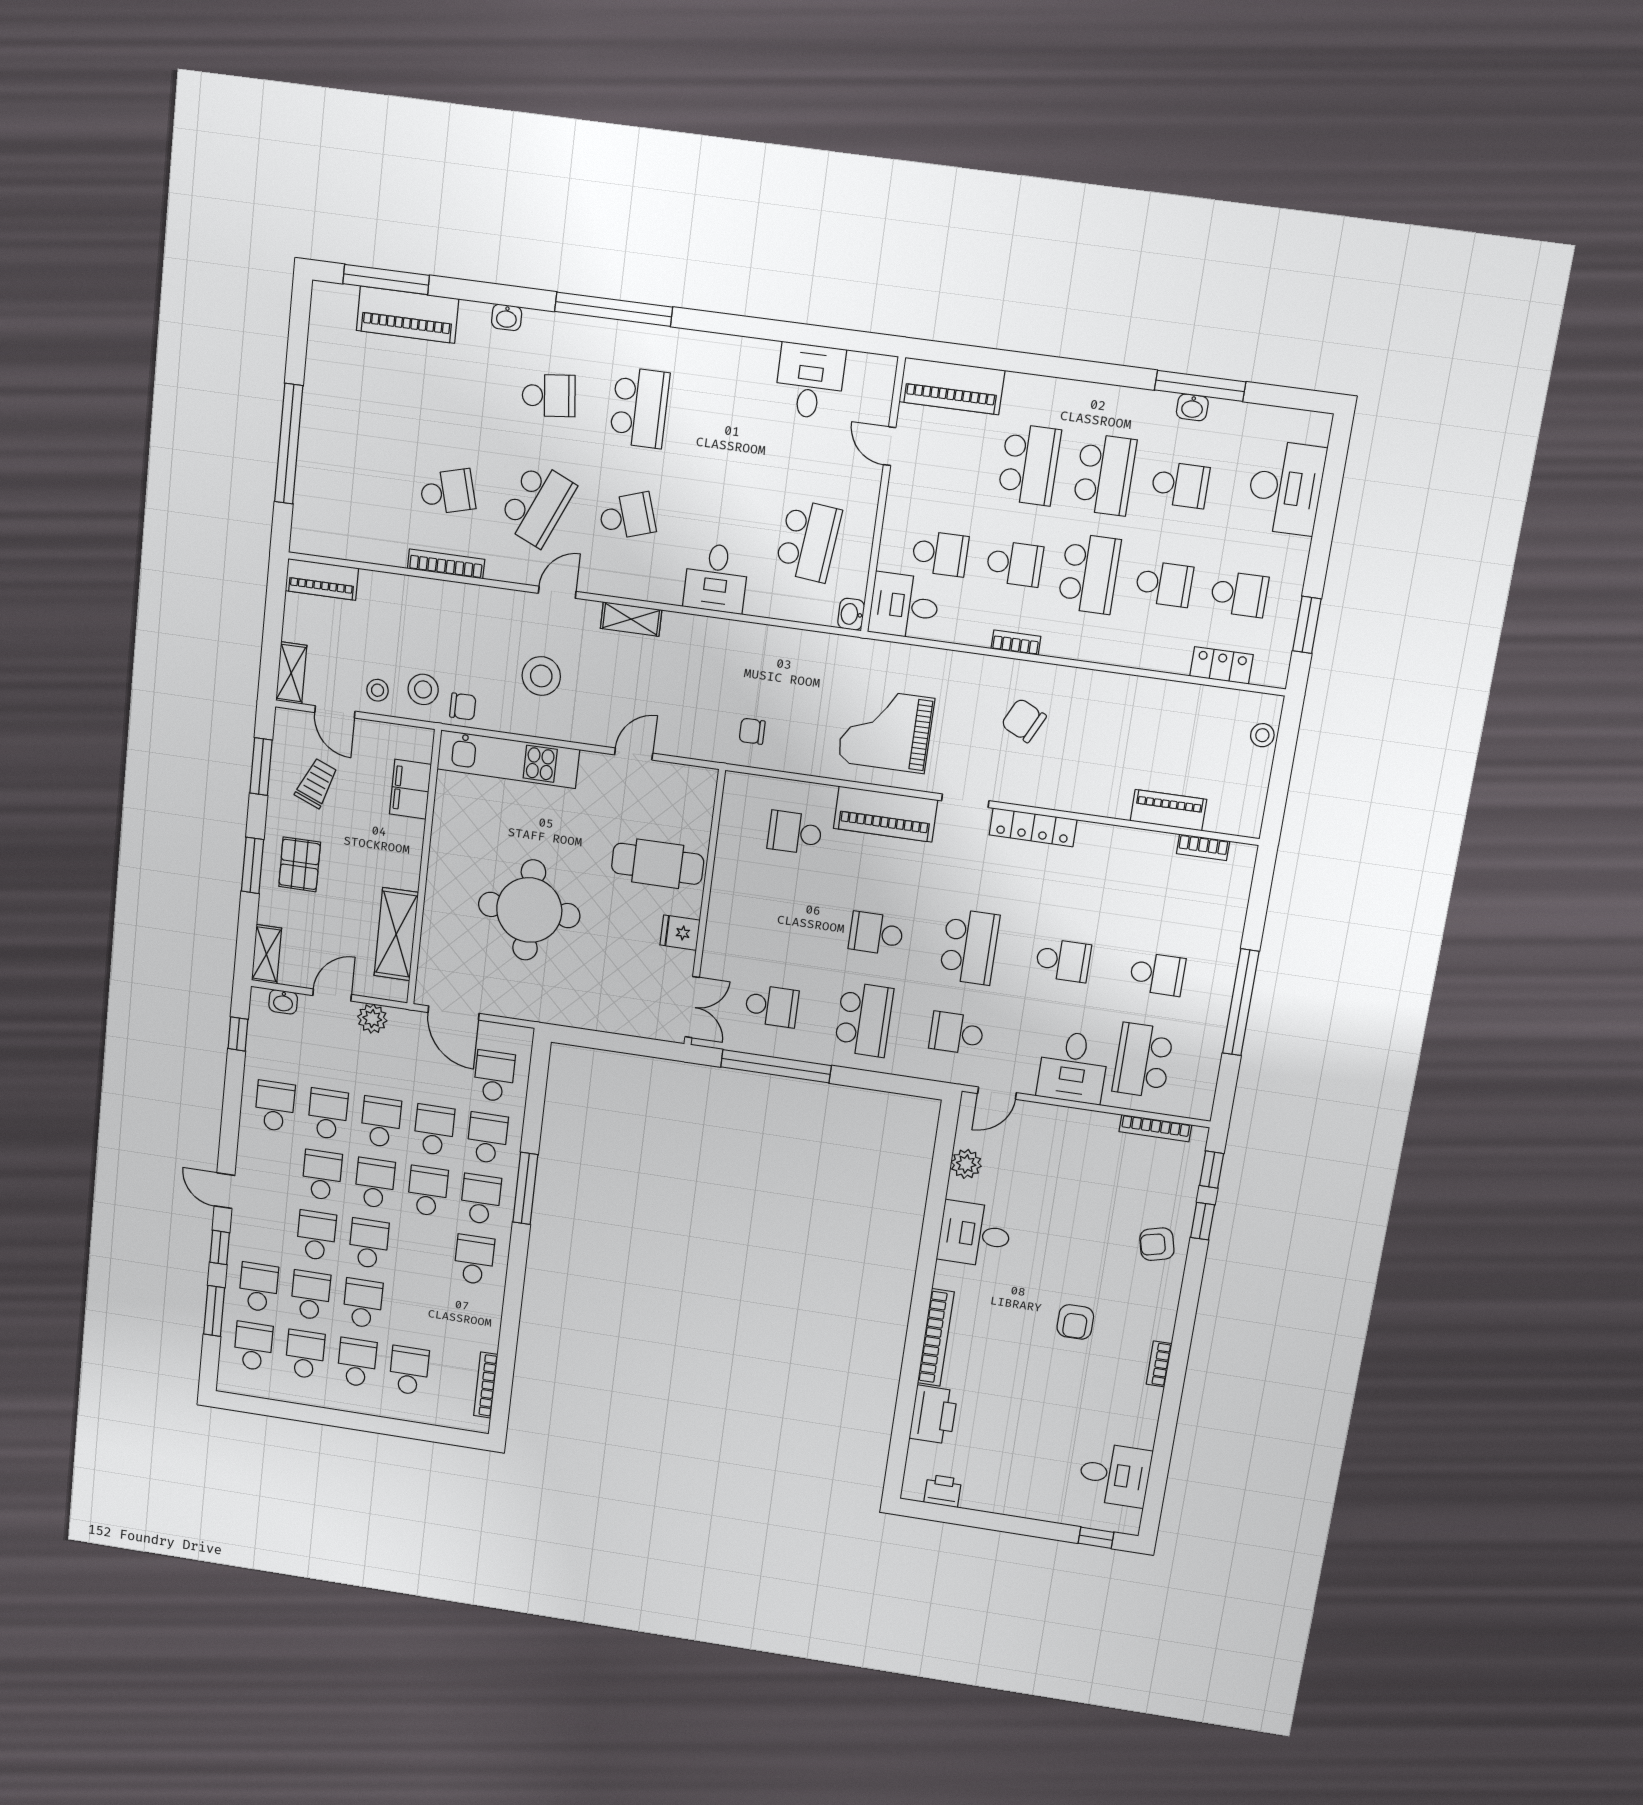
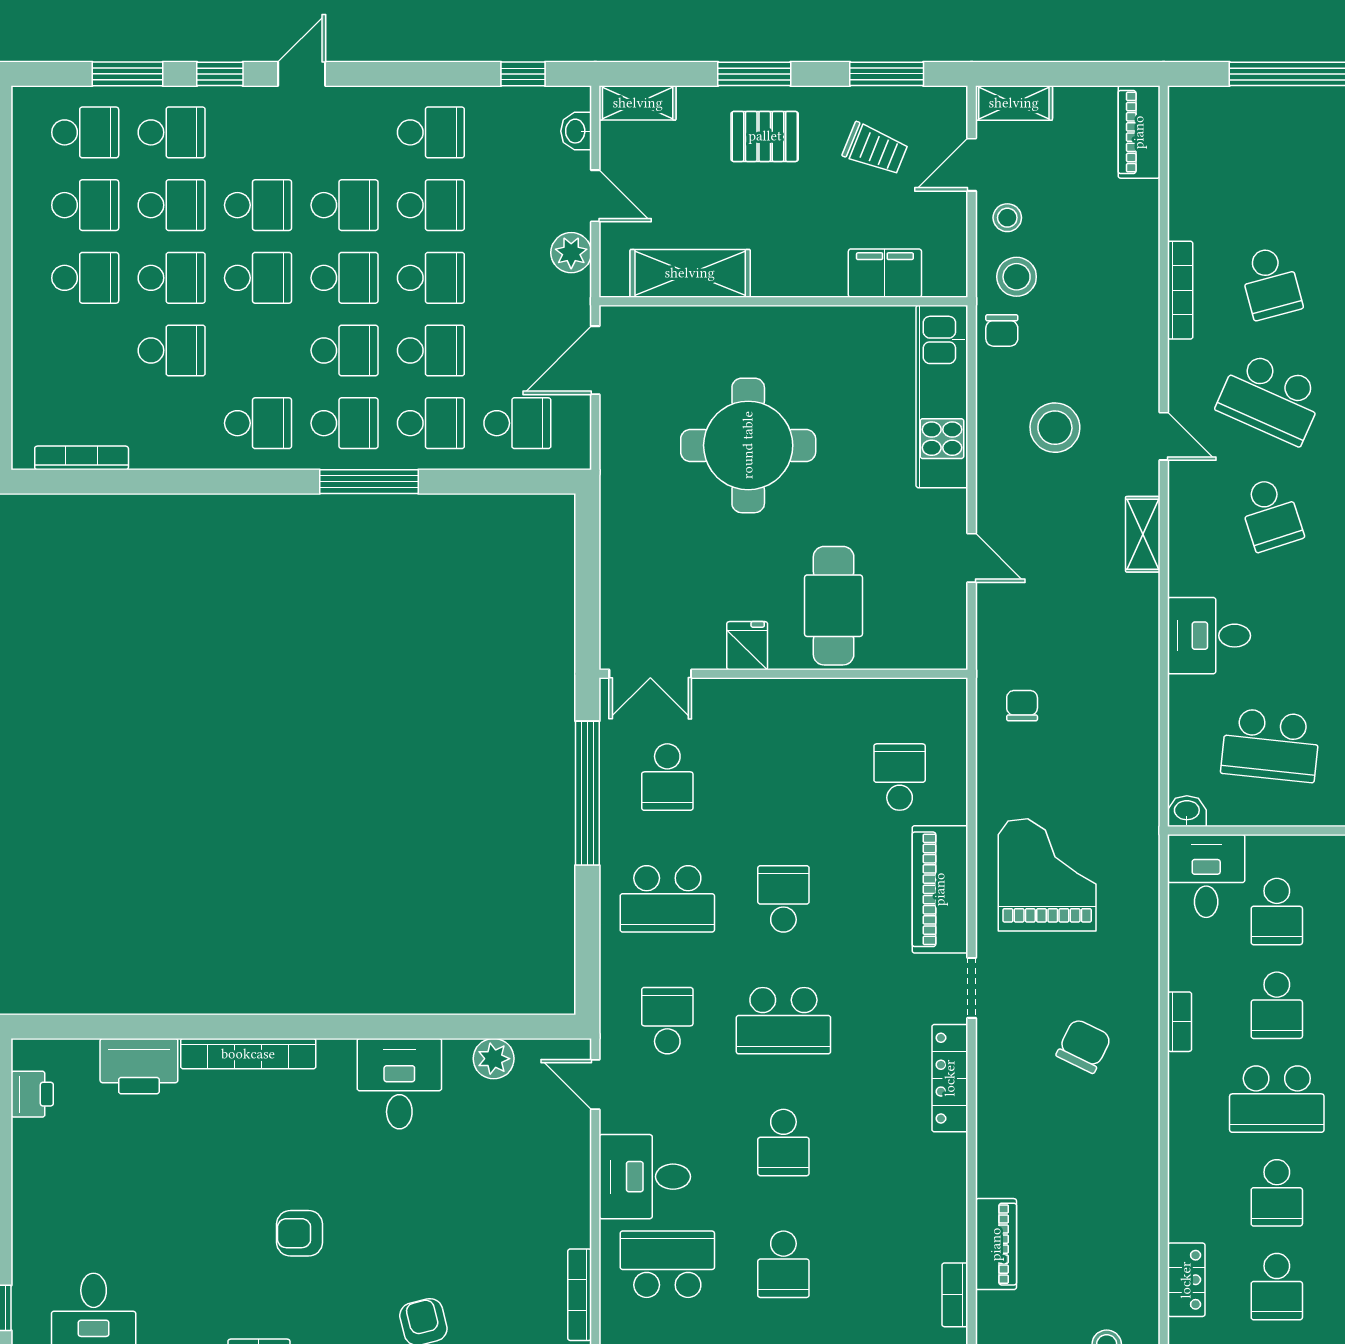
school desk: (409, 1371) -> (172, 350), moved

